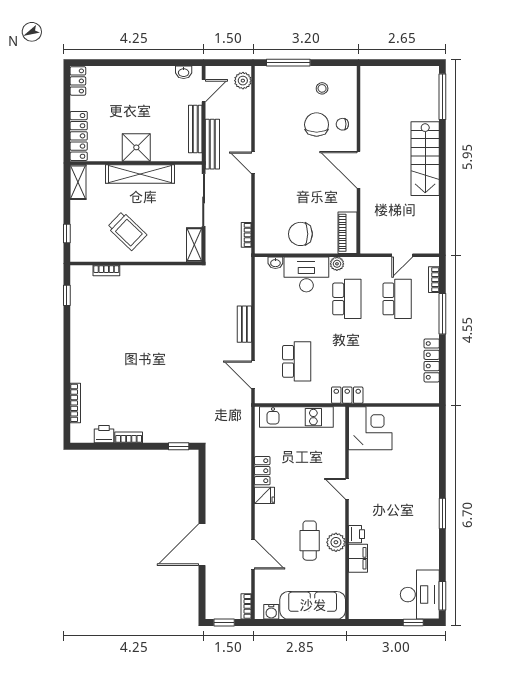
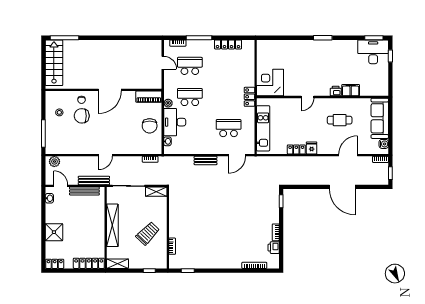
shower: (136, 147) -> (54, 232), moved
stairs: (425, 159) -> (54, 63), moved, turned -90
plant: (336, 542) -> (341, 104), removed

